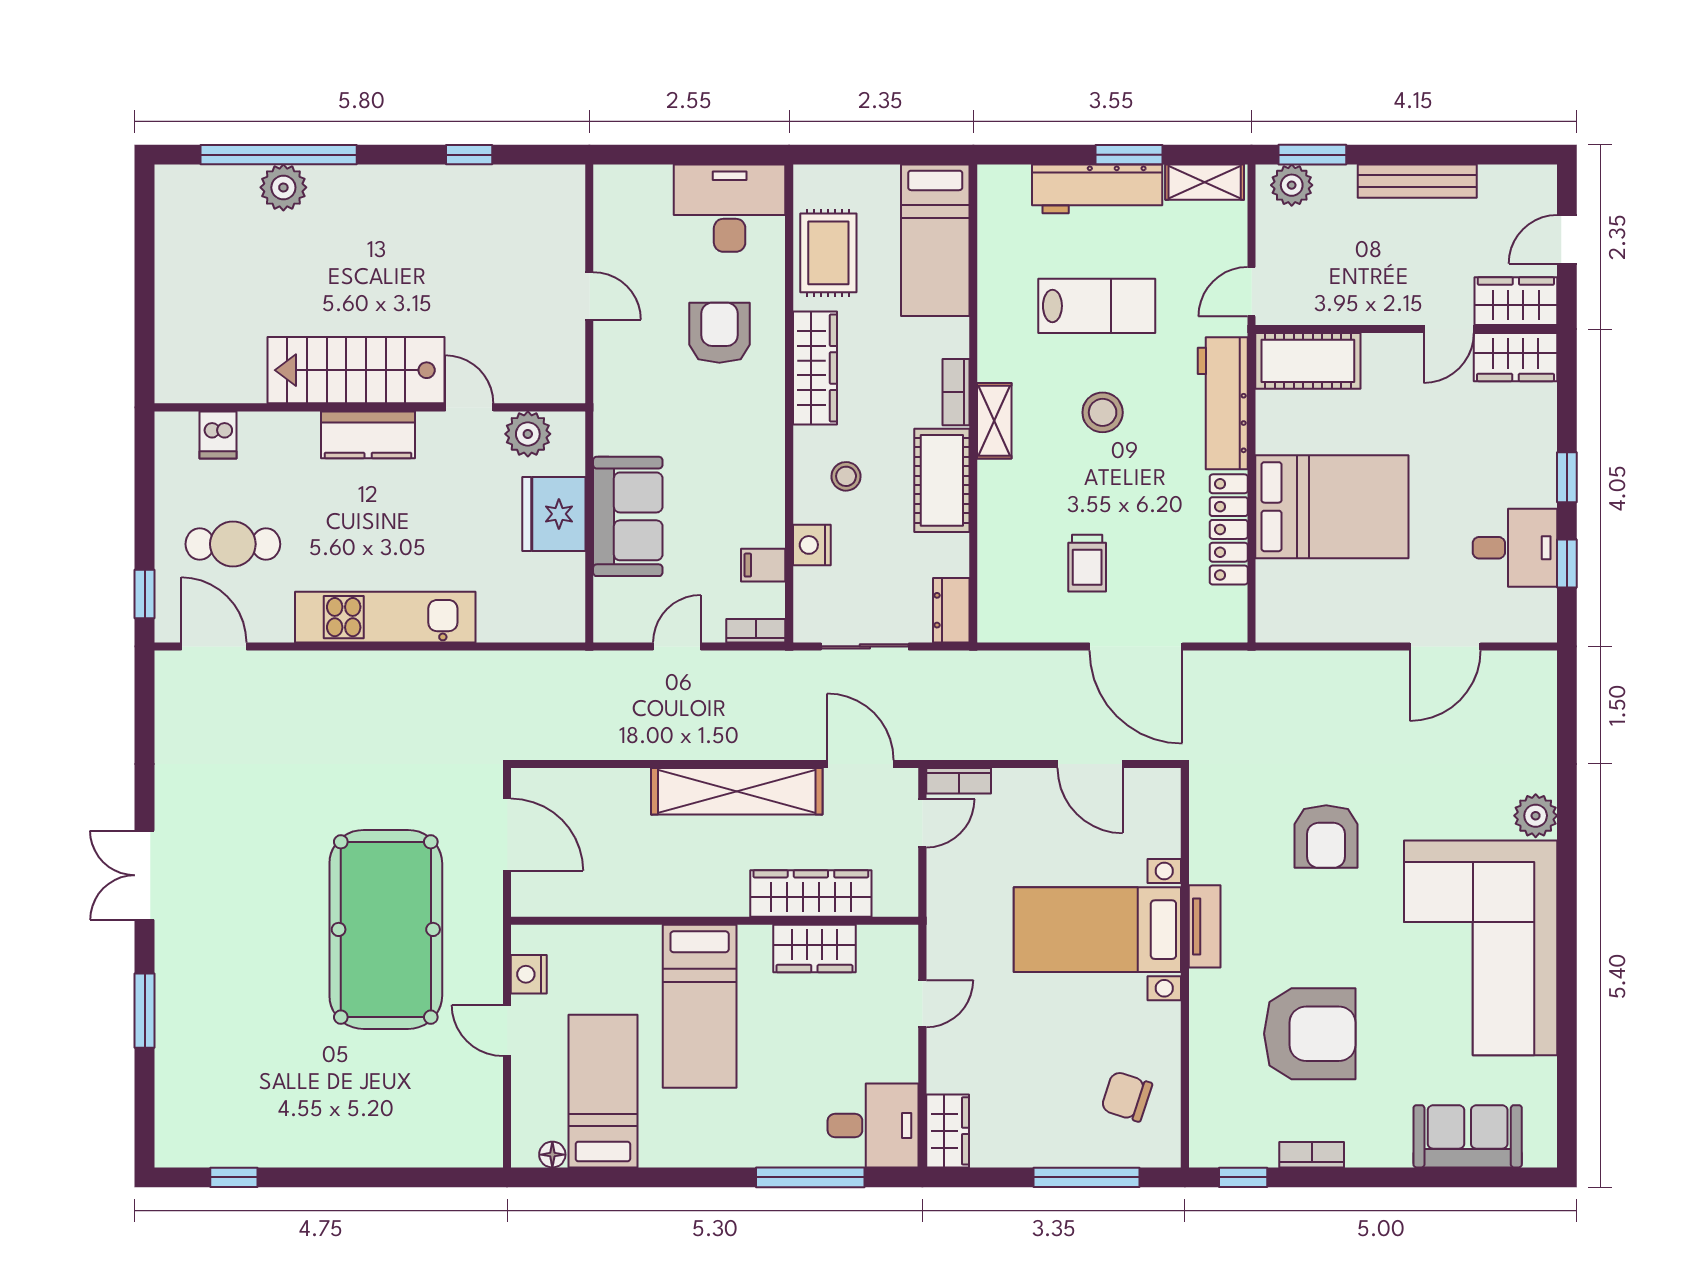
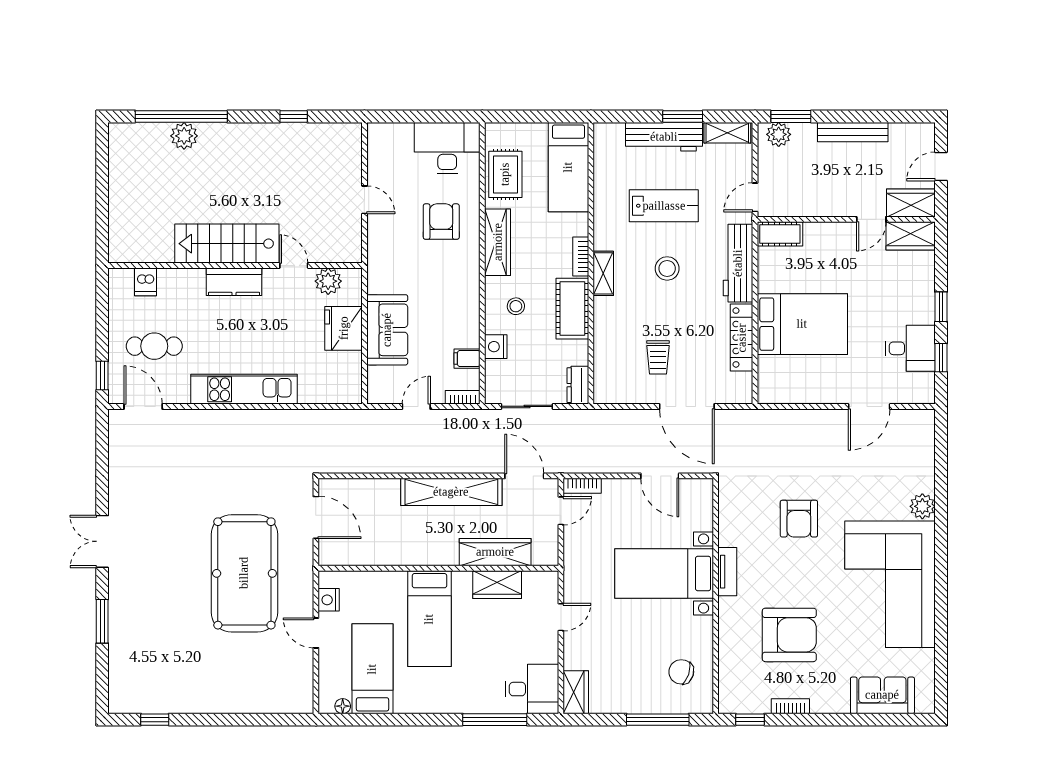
cot: (1308, 361) -> (780, 234), width x0.73, depth x0.75

